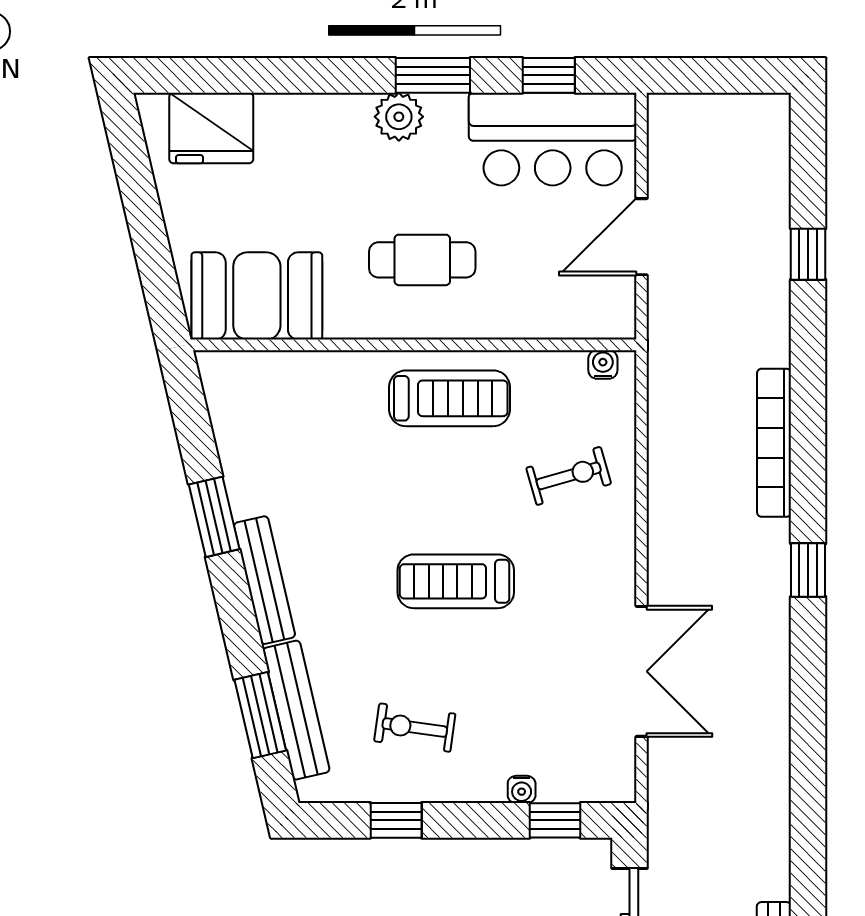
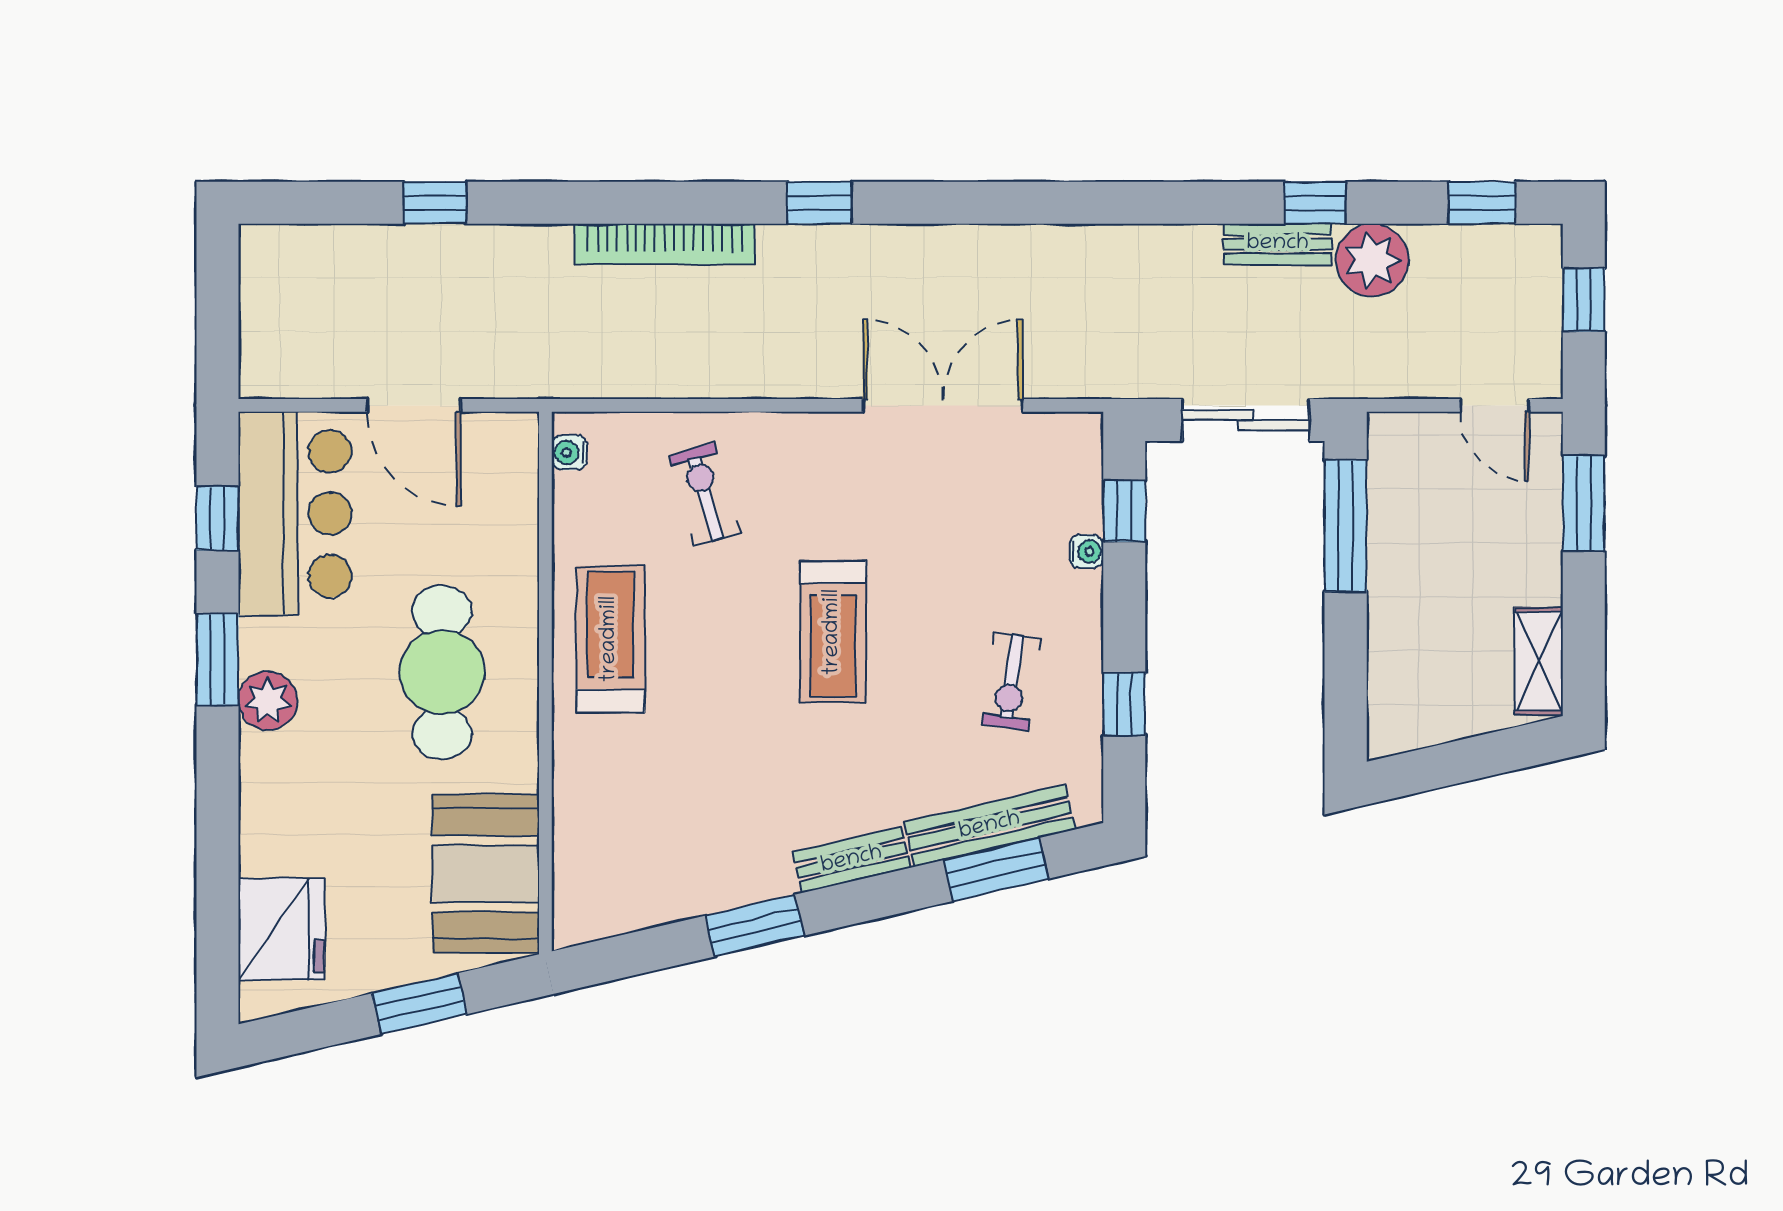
window: (150, 241) -> (419, 1004), added
cafe table: (422, 260) -> (442, 672), width x1.37, depth x1.35
bench: (264, 580) -> (852, 860), width x0.73

